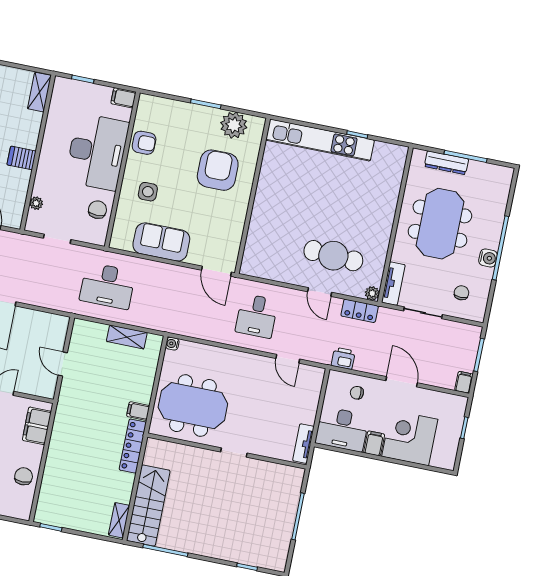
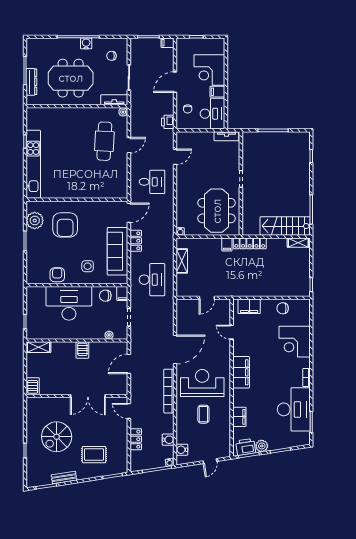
filing cabinet: (123, 98) -> (122, 293), moved
armchair: (218, 170) -> (65, 225), turned -90
sofa: (161, 242) -> (118, 251), width x1.36
locker: (360, 311) -> (136, 241), moved

